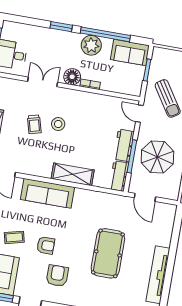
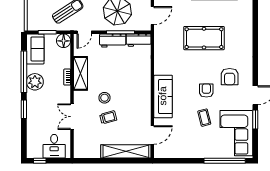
floor lamp: (72, 77) -> (64, 41), moved
shelving: (73, 174) -> (81, 73), moved
armchair: (57, 276) -> (230, 77), turned -90

